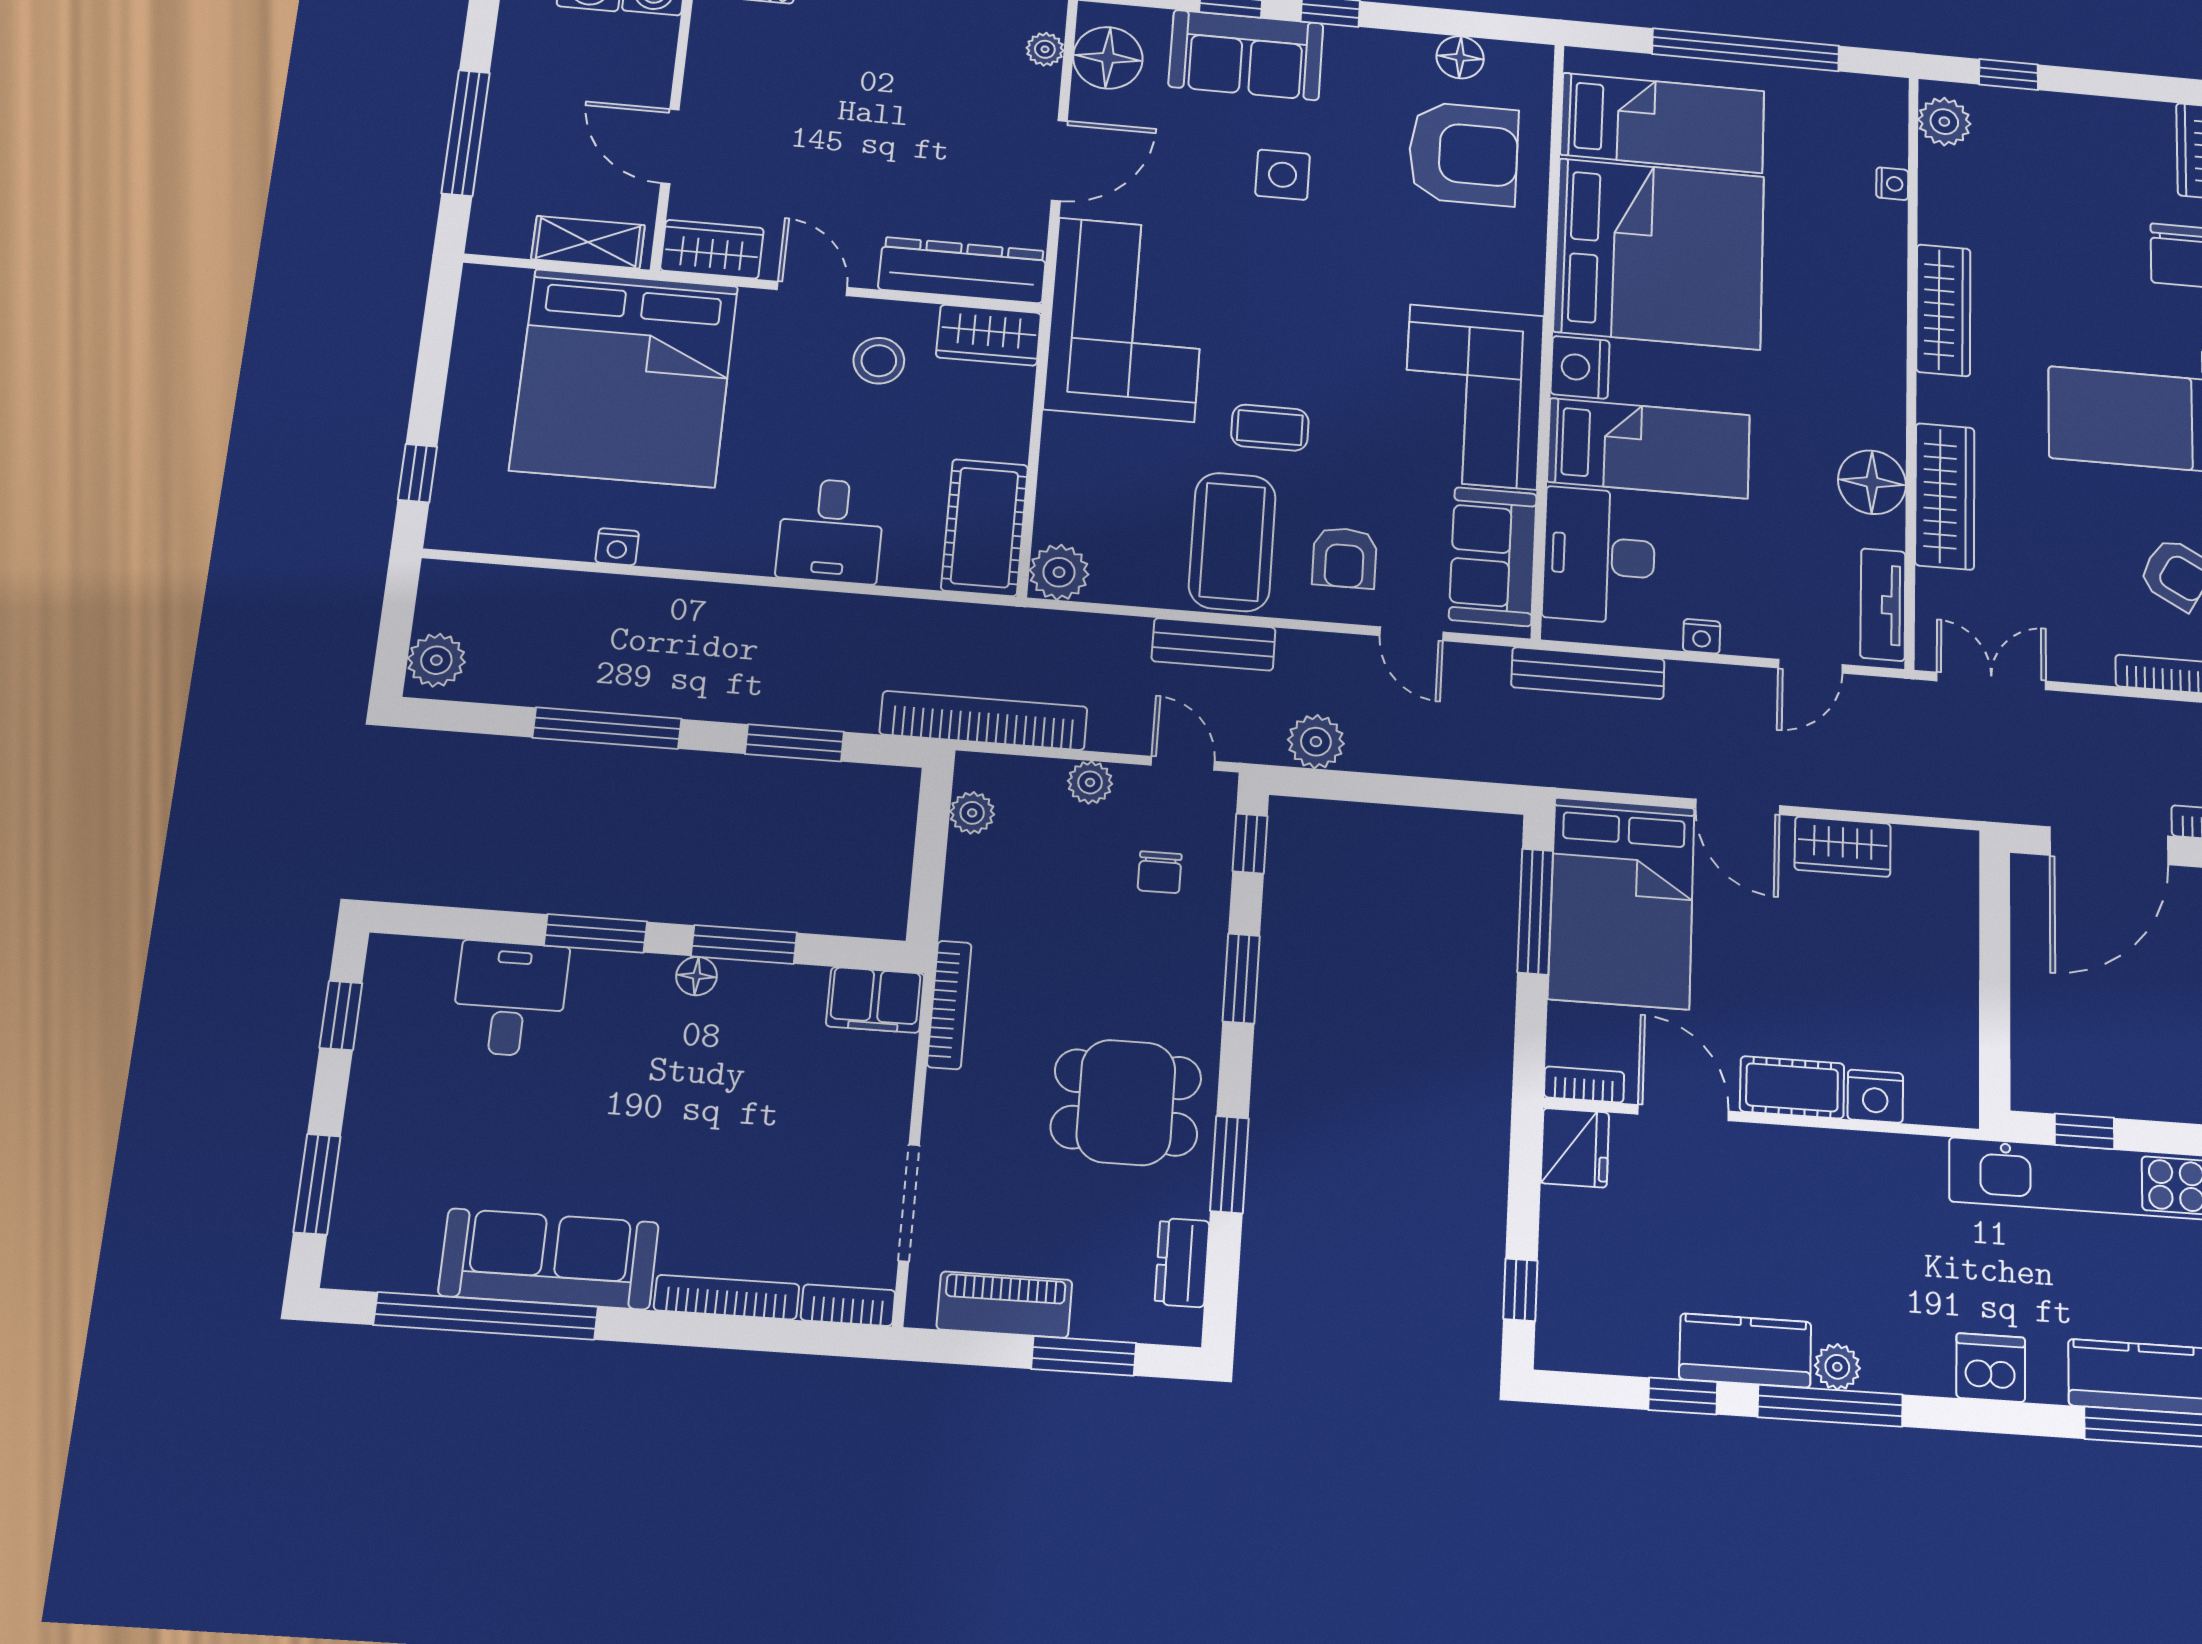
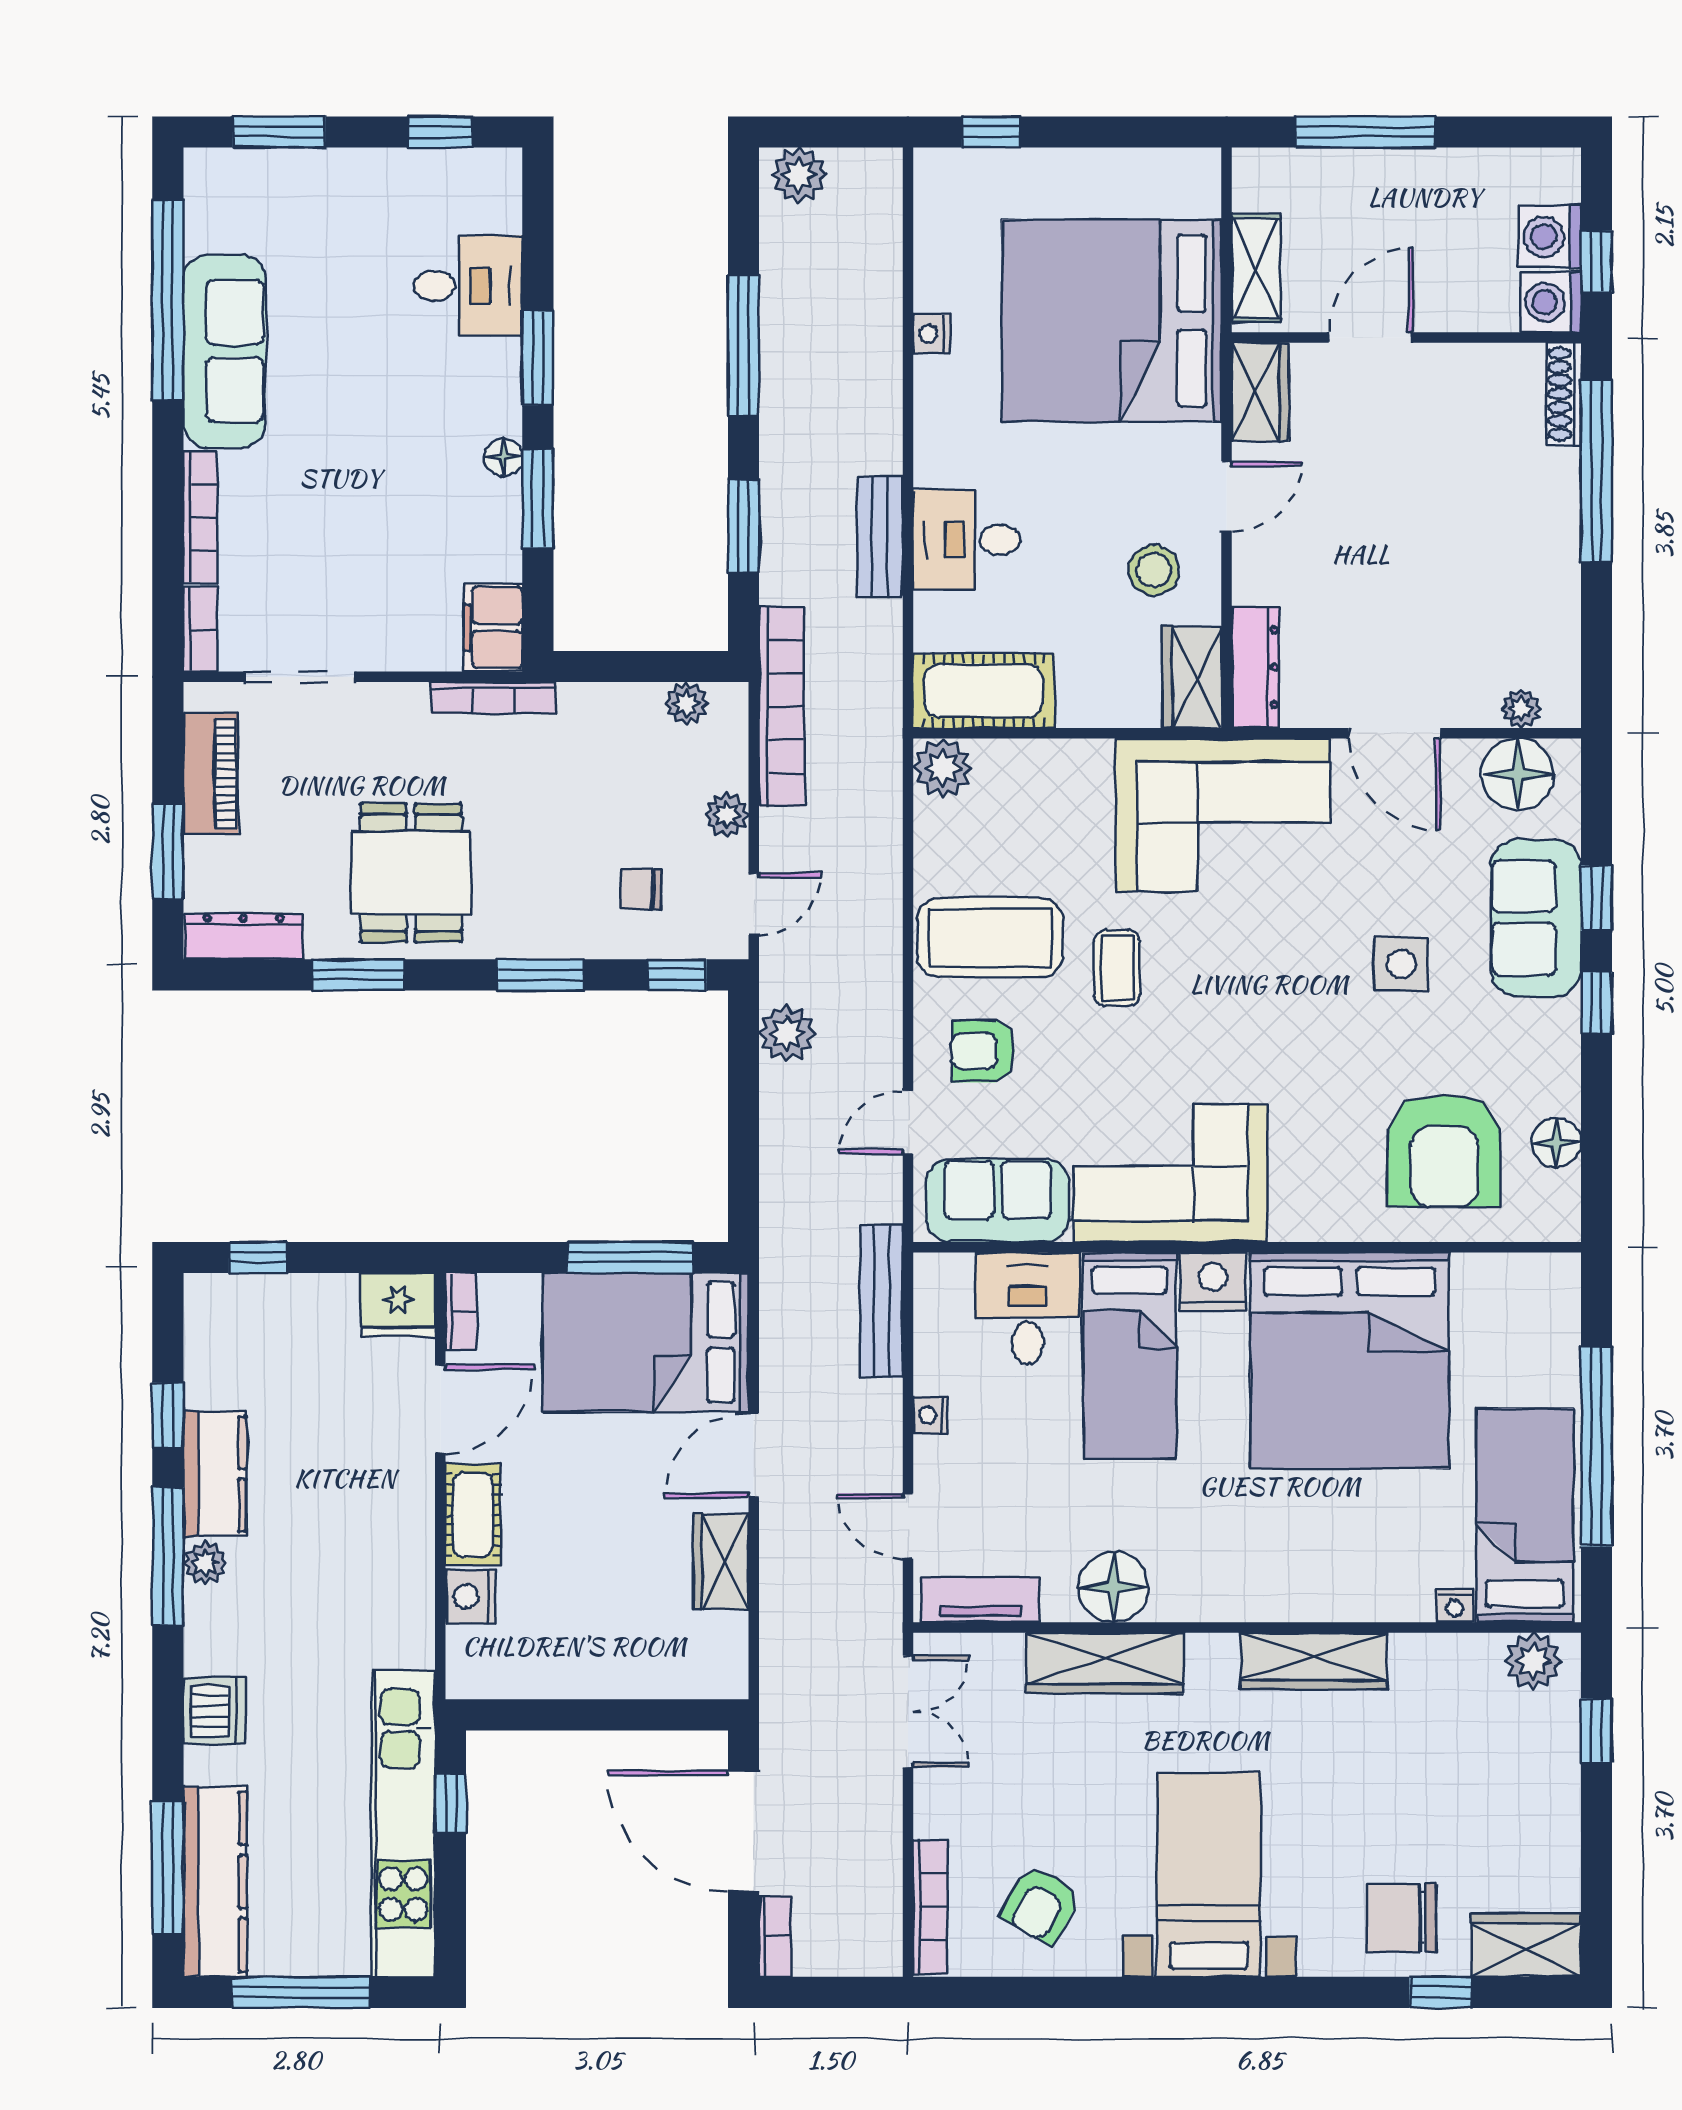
bed: (1662, 123) -> (1525, 1515), moved, turned 180
dresser: (962, 270) -> (1256, 667), width x0.73, depth x0.80
desk: (1599, 556) -> (1027, 1308), width x0.73
bench: (1214, 644) -> (880, 537), moved
dresser: (1182, 1263) -> (244, 936), width x1.44

